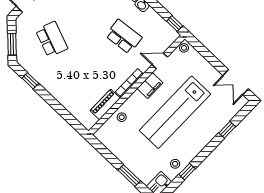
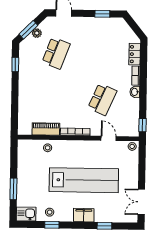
school desk: (124, 37) -> (102, 99), turned 30
plant: (21, 40) -> (37, 33), added
filing cabinet: (150, 86) -> (84, 215), moved, turned 180
lab bench: (175, 112) -> (84, 180), turned 180

